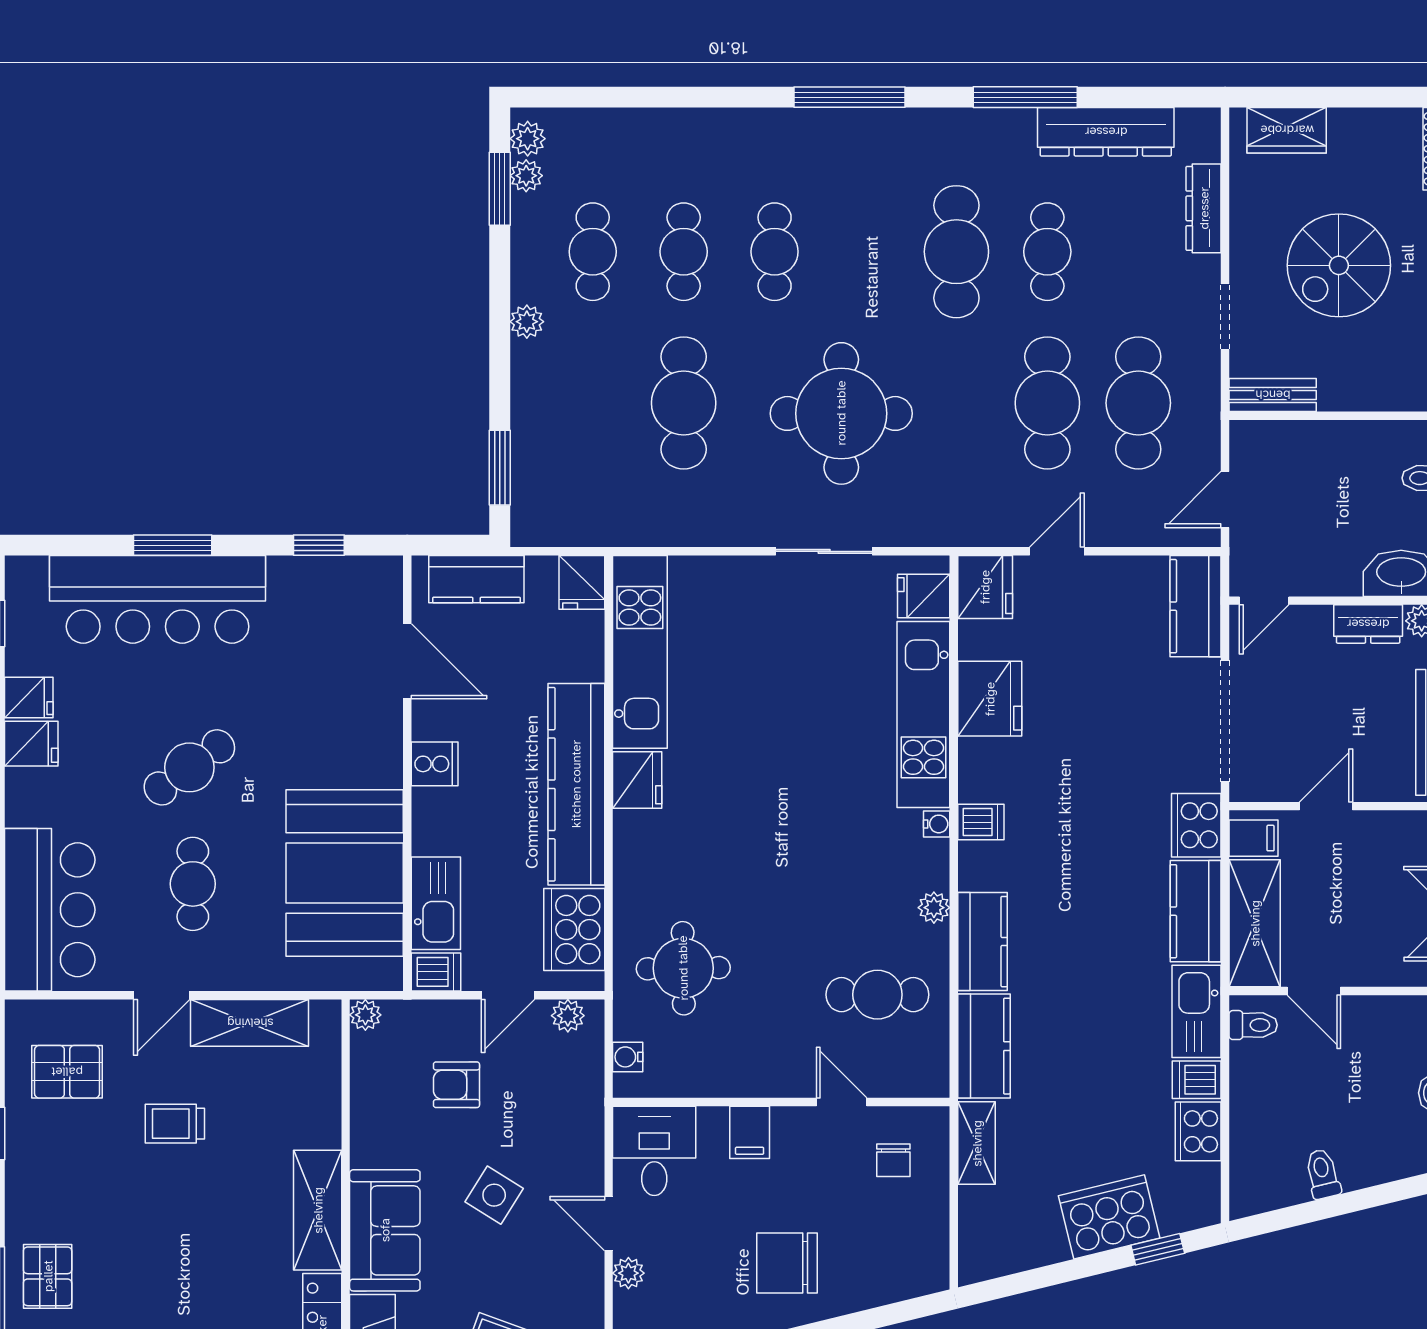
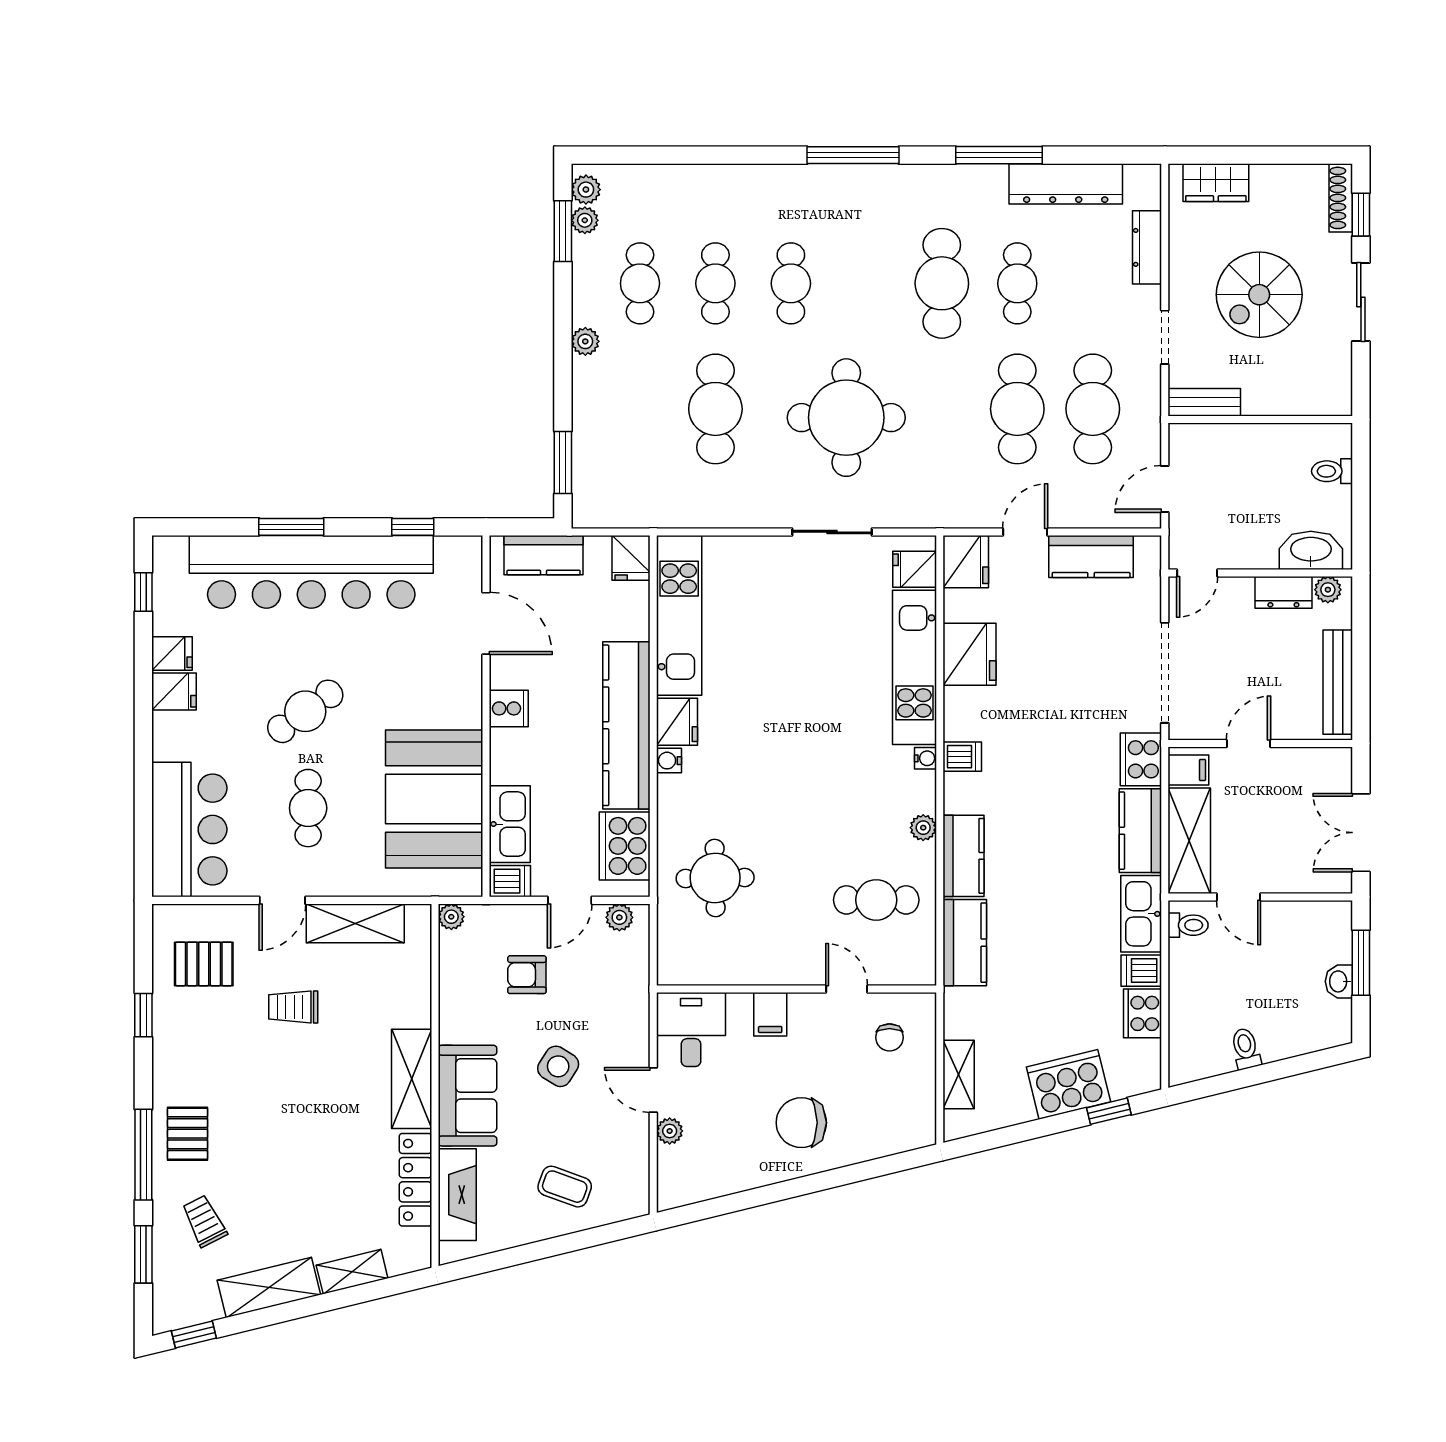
bar counter: (158, 599) -> (311, 572), width x1.36
kitchen counter: (1196, 606) -> (1091, 556), moved, turned -90
water cooler: (628, 1057) -> (669, 761), moved
shelving: (977, 1143) -> (959, 1074), moved

